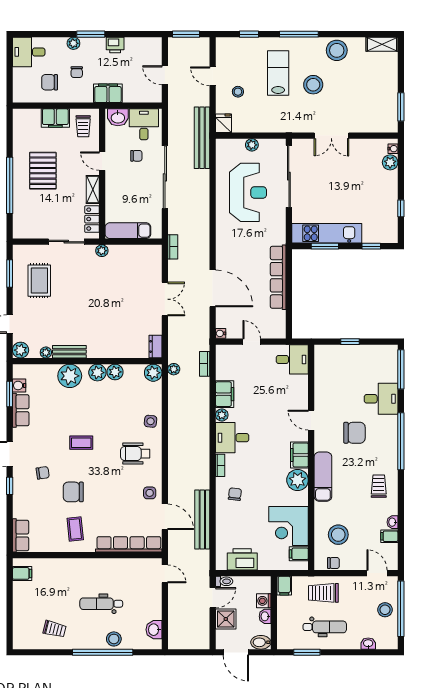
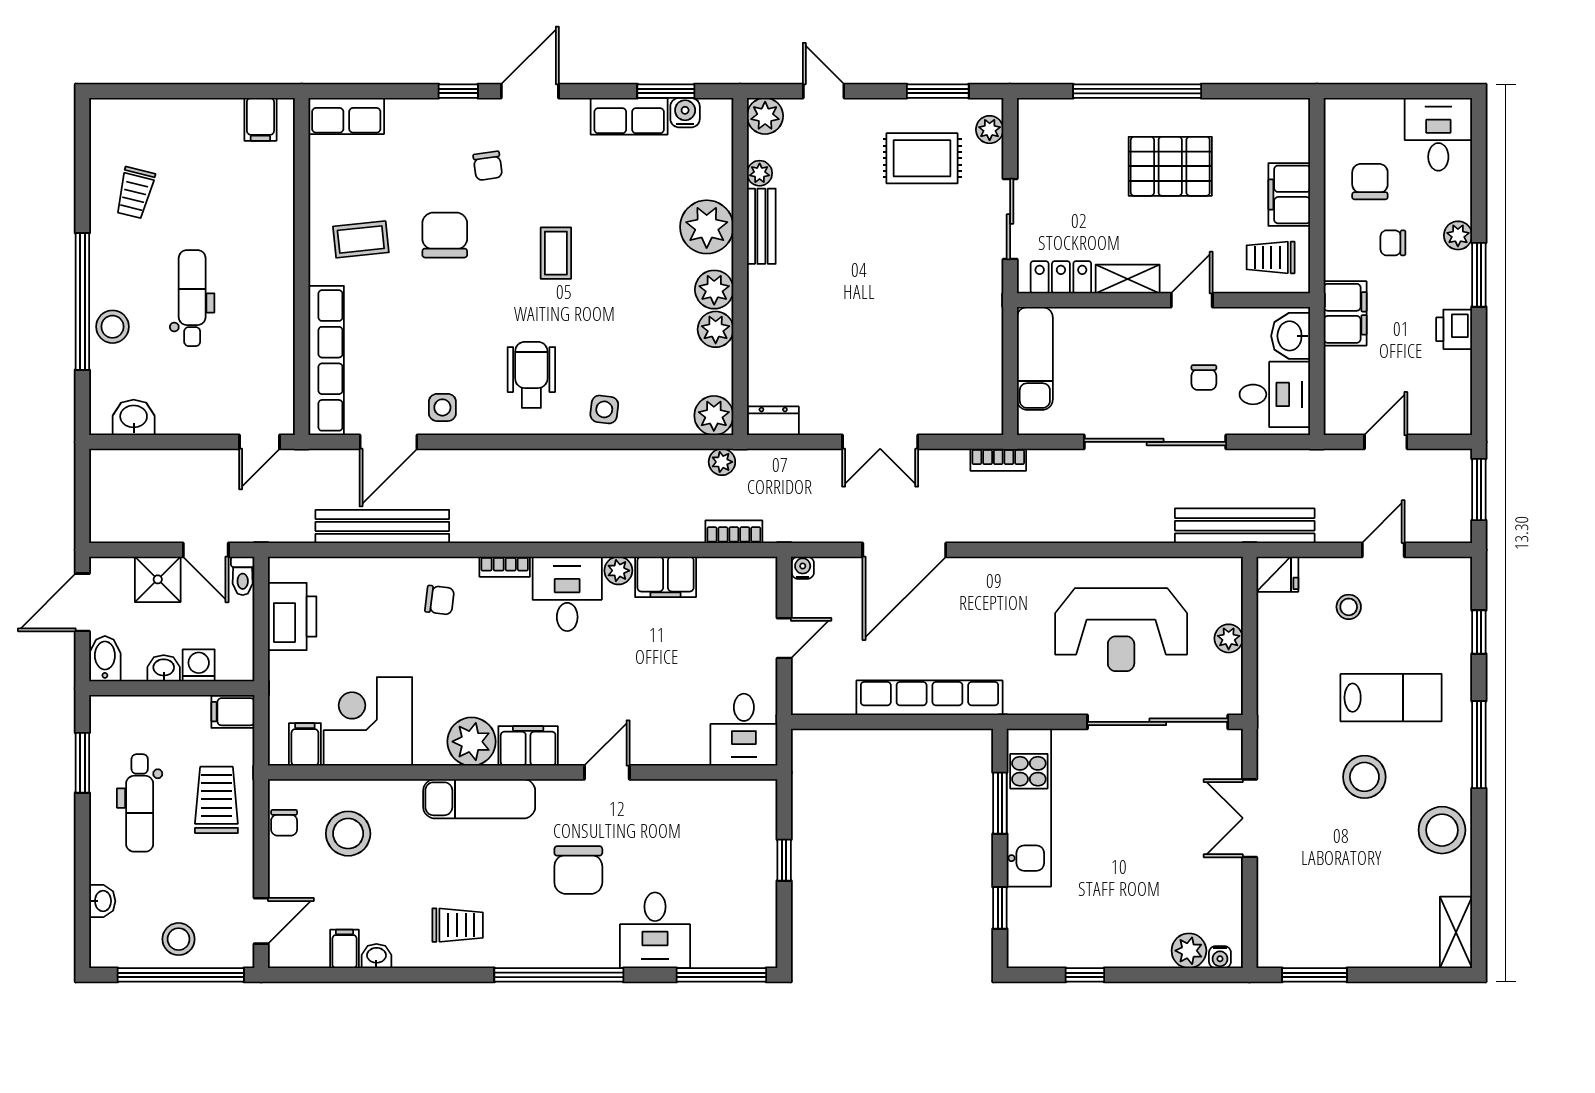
plant: (102, 251) -> (990, 130), moved

